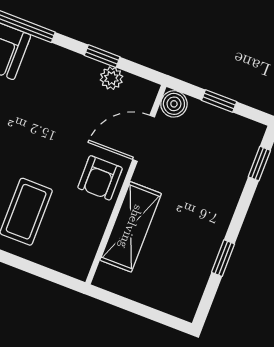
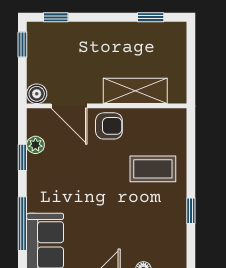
window: (219, 101) -> (22, 44), moved
window: (223, 258) -> (151, 17), moved

